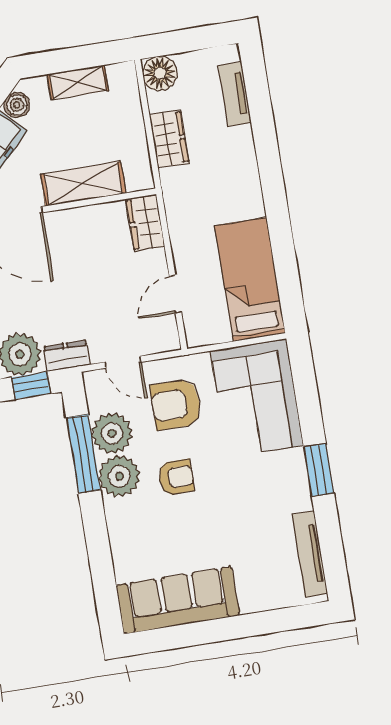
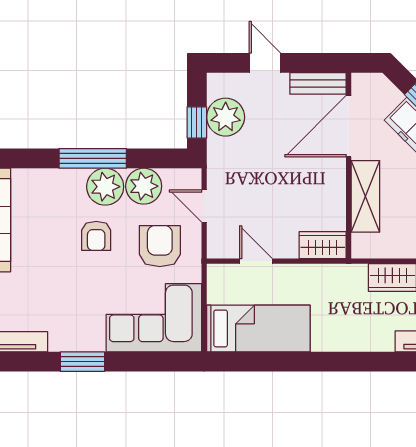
dresser: (67, 356) -> (218, 158), removed
door: (123, 362) -> (204, 206), hinge flipped
window: (83, 454) -> (93, 158), moved

